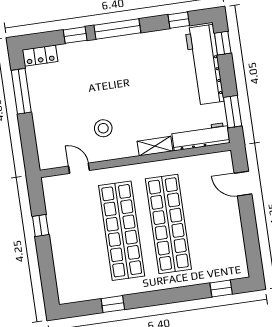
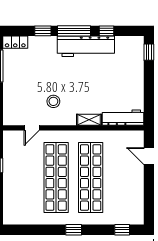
window: (179, 20) -> (107, 31), moved
workbench: (205, 65) -> (86, 46), moved, turned -90
window: (233, 112) -> (149, 103), removed
door: (79, 168) -> (32, 128), swing flipped
window: (113, 304) -> (74, 230), moved

